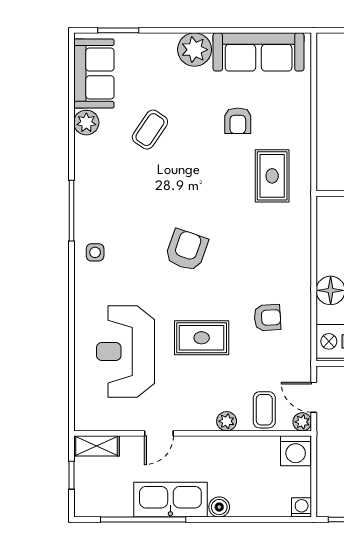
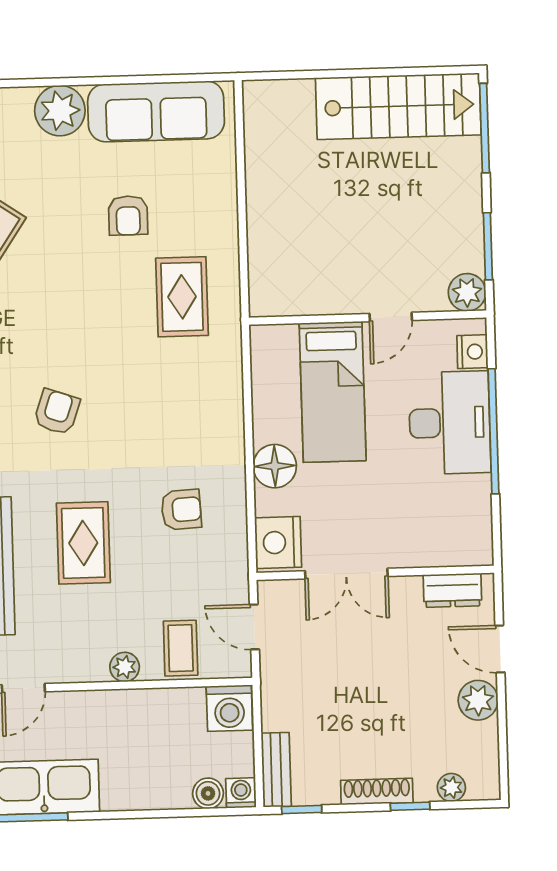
armchair: (187, 250) -> (57, 412), width x0.72, depth x0.72
rug: (202, 338) -> (83, 543), turned 90
plant: (302, 422) -> (238, 665), removed
bench: (325, 493) -> (276, 770), added
boiler: (219, 507) -> (208, 793), moved

